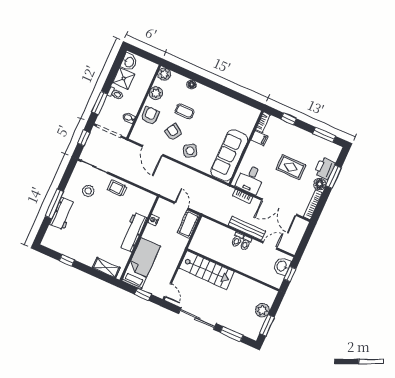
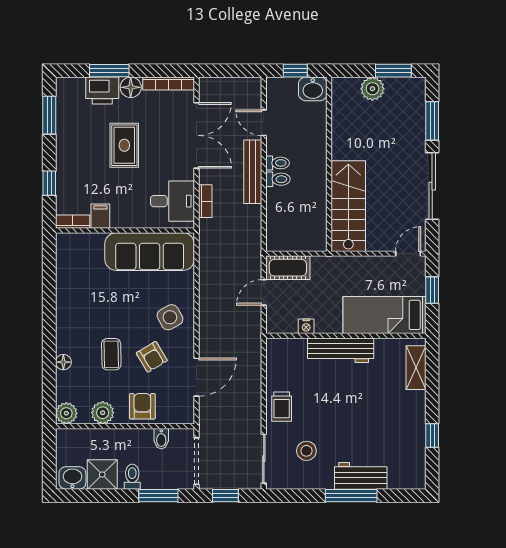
armchair: (150, 115) -> (142, 406), turned 90
armchair: (174, 132) -> (152, 357), turned -62
washbasin: (282, 266) -> (313, 89), moved

